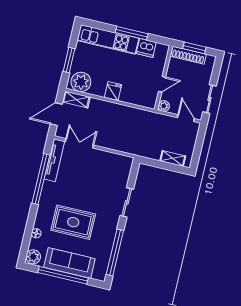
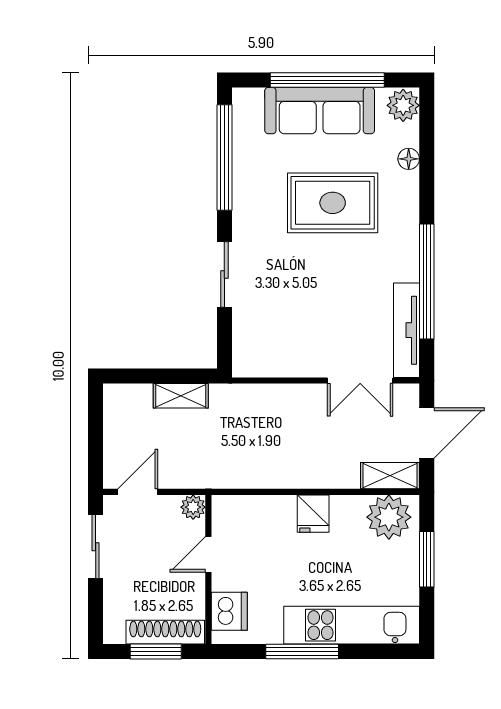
dishwasher: (146, 48) -> (229, 611), moved, turned 90
door: (186, 118) -> (138, 492), swing flipped
shelving: (173, 158) -> (181, 396), moved

